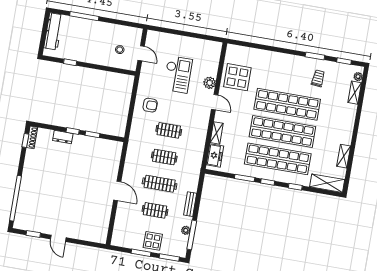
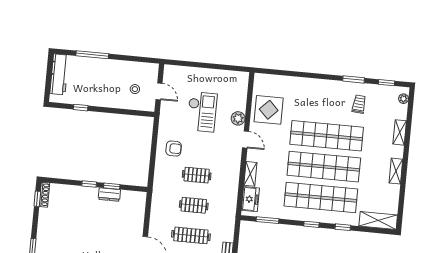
shelving: (355, 93) -> (400, 132), moved
dresser: (63, 137) -> (109, 194), moved
shelving: (344, 156) -> (396, 171), moved
window: (245, 178) -> (267, 220), moved

